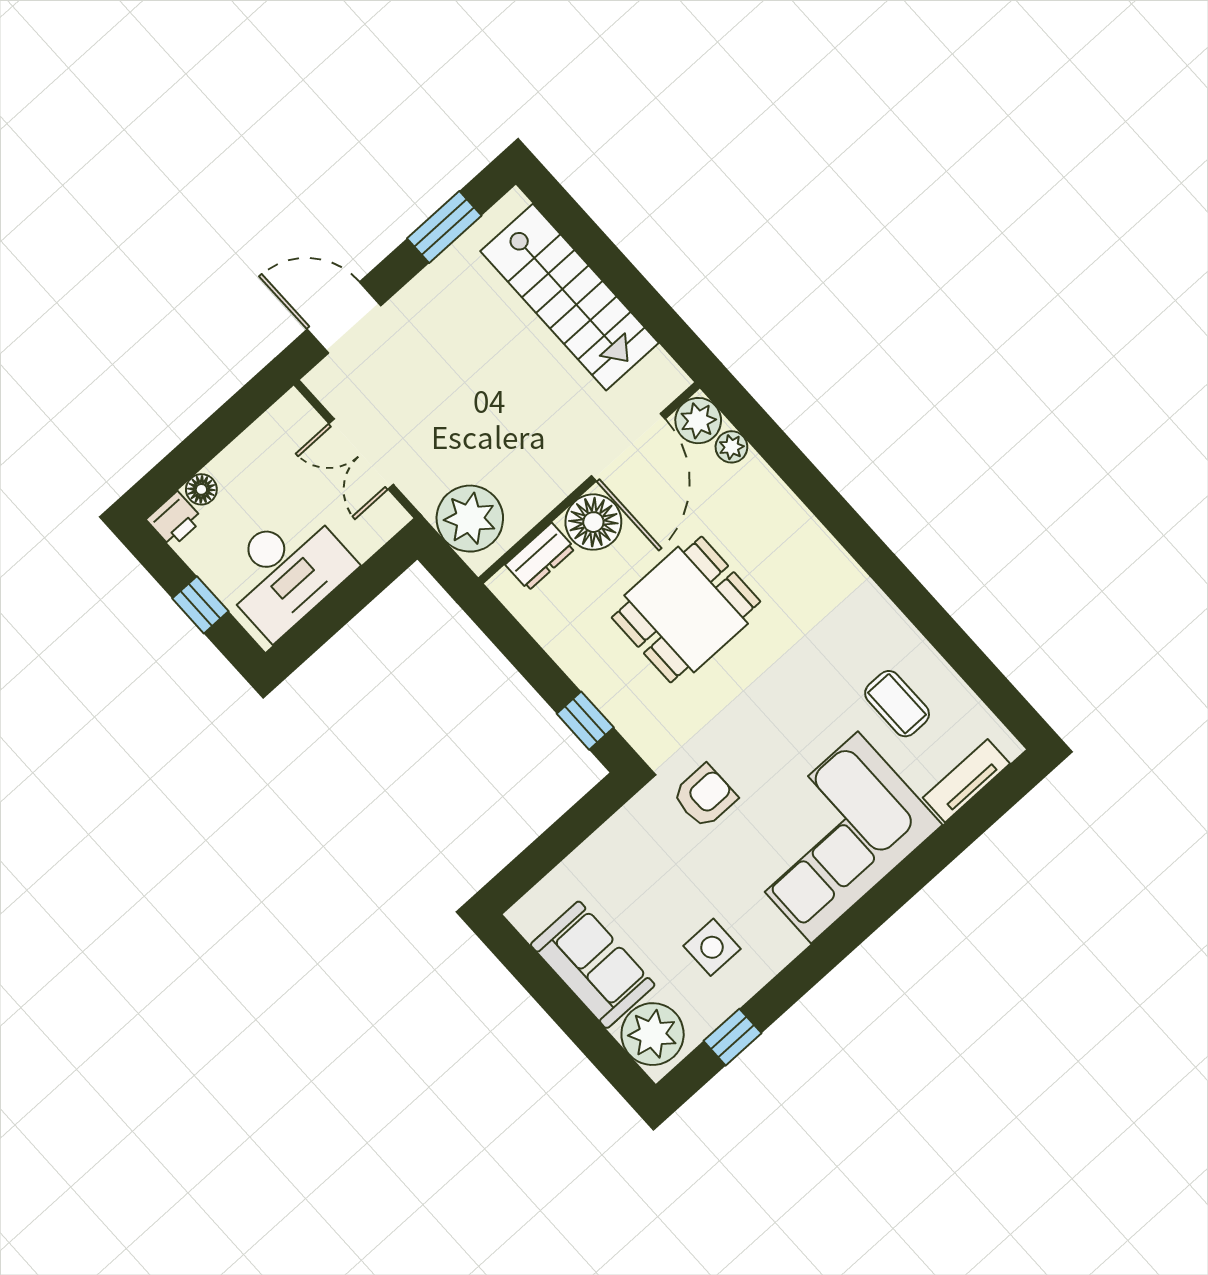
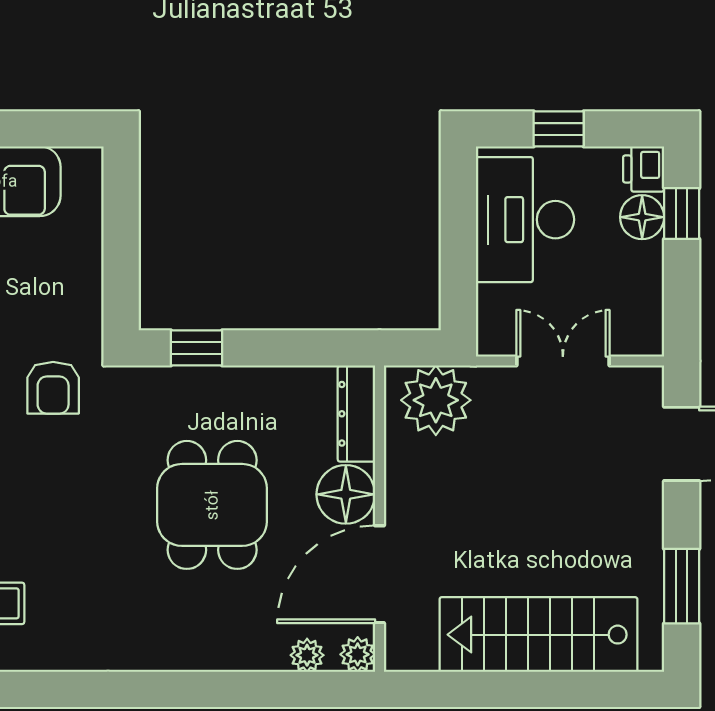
plant: (698, 421) -> (358, 654), width x0.73, depth x0.73
door: (628, 447) -> (379, 574), hinge flipped
window: (182, 464) -> (682, 214), added
floor lamp: (201, 489) -> (642, 217), width x1.37, depth x1.37
dresser: (540, 557) -> (356, 414), width x1.44

